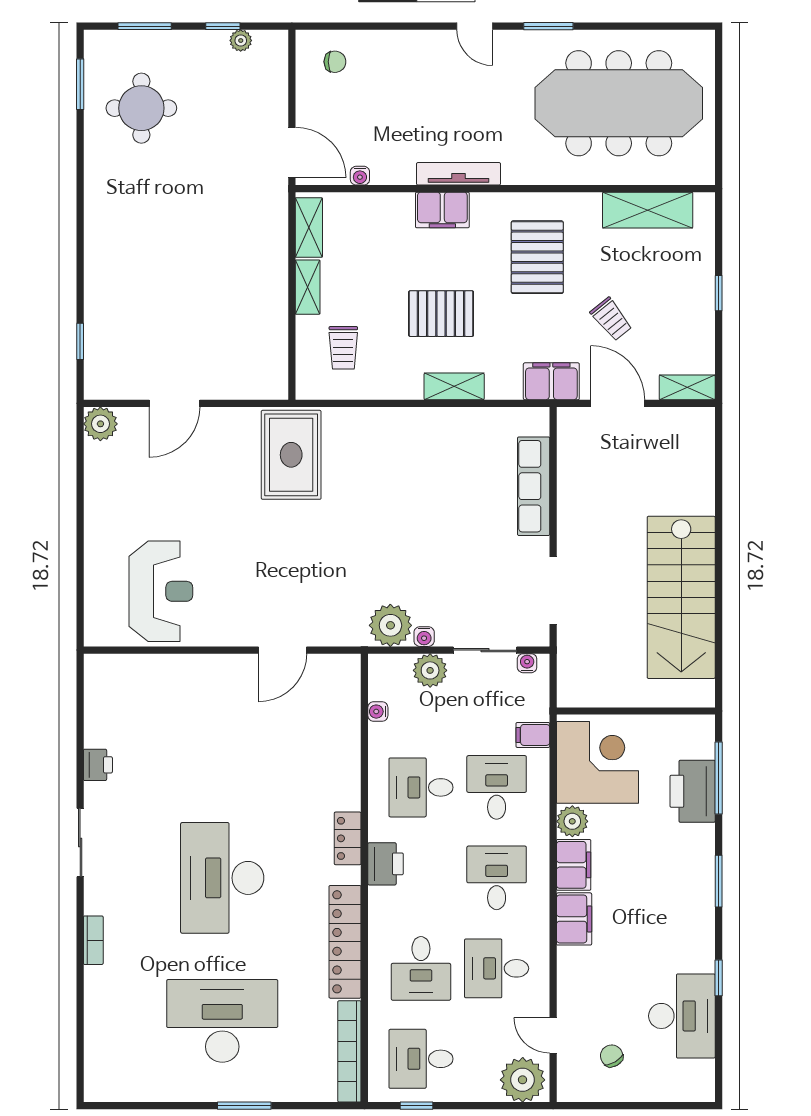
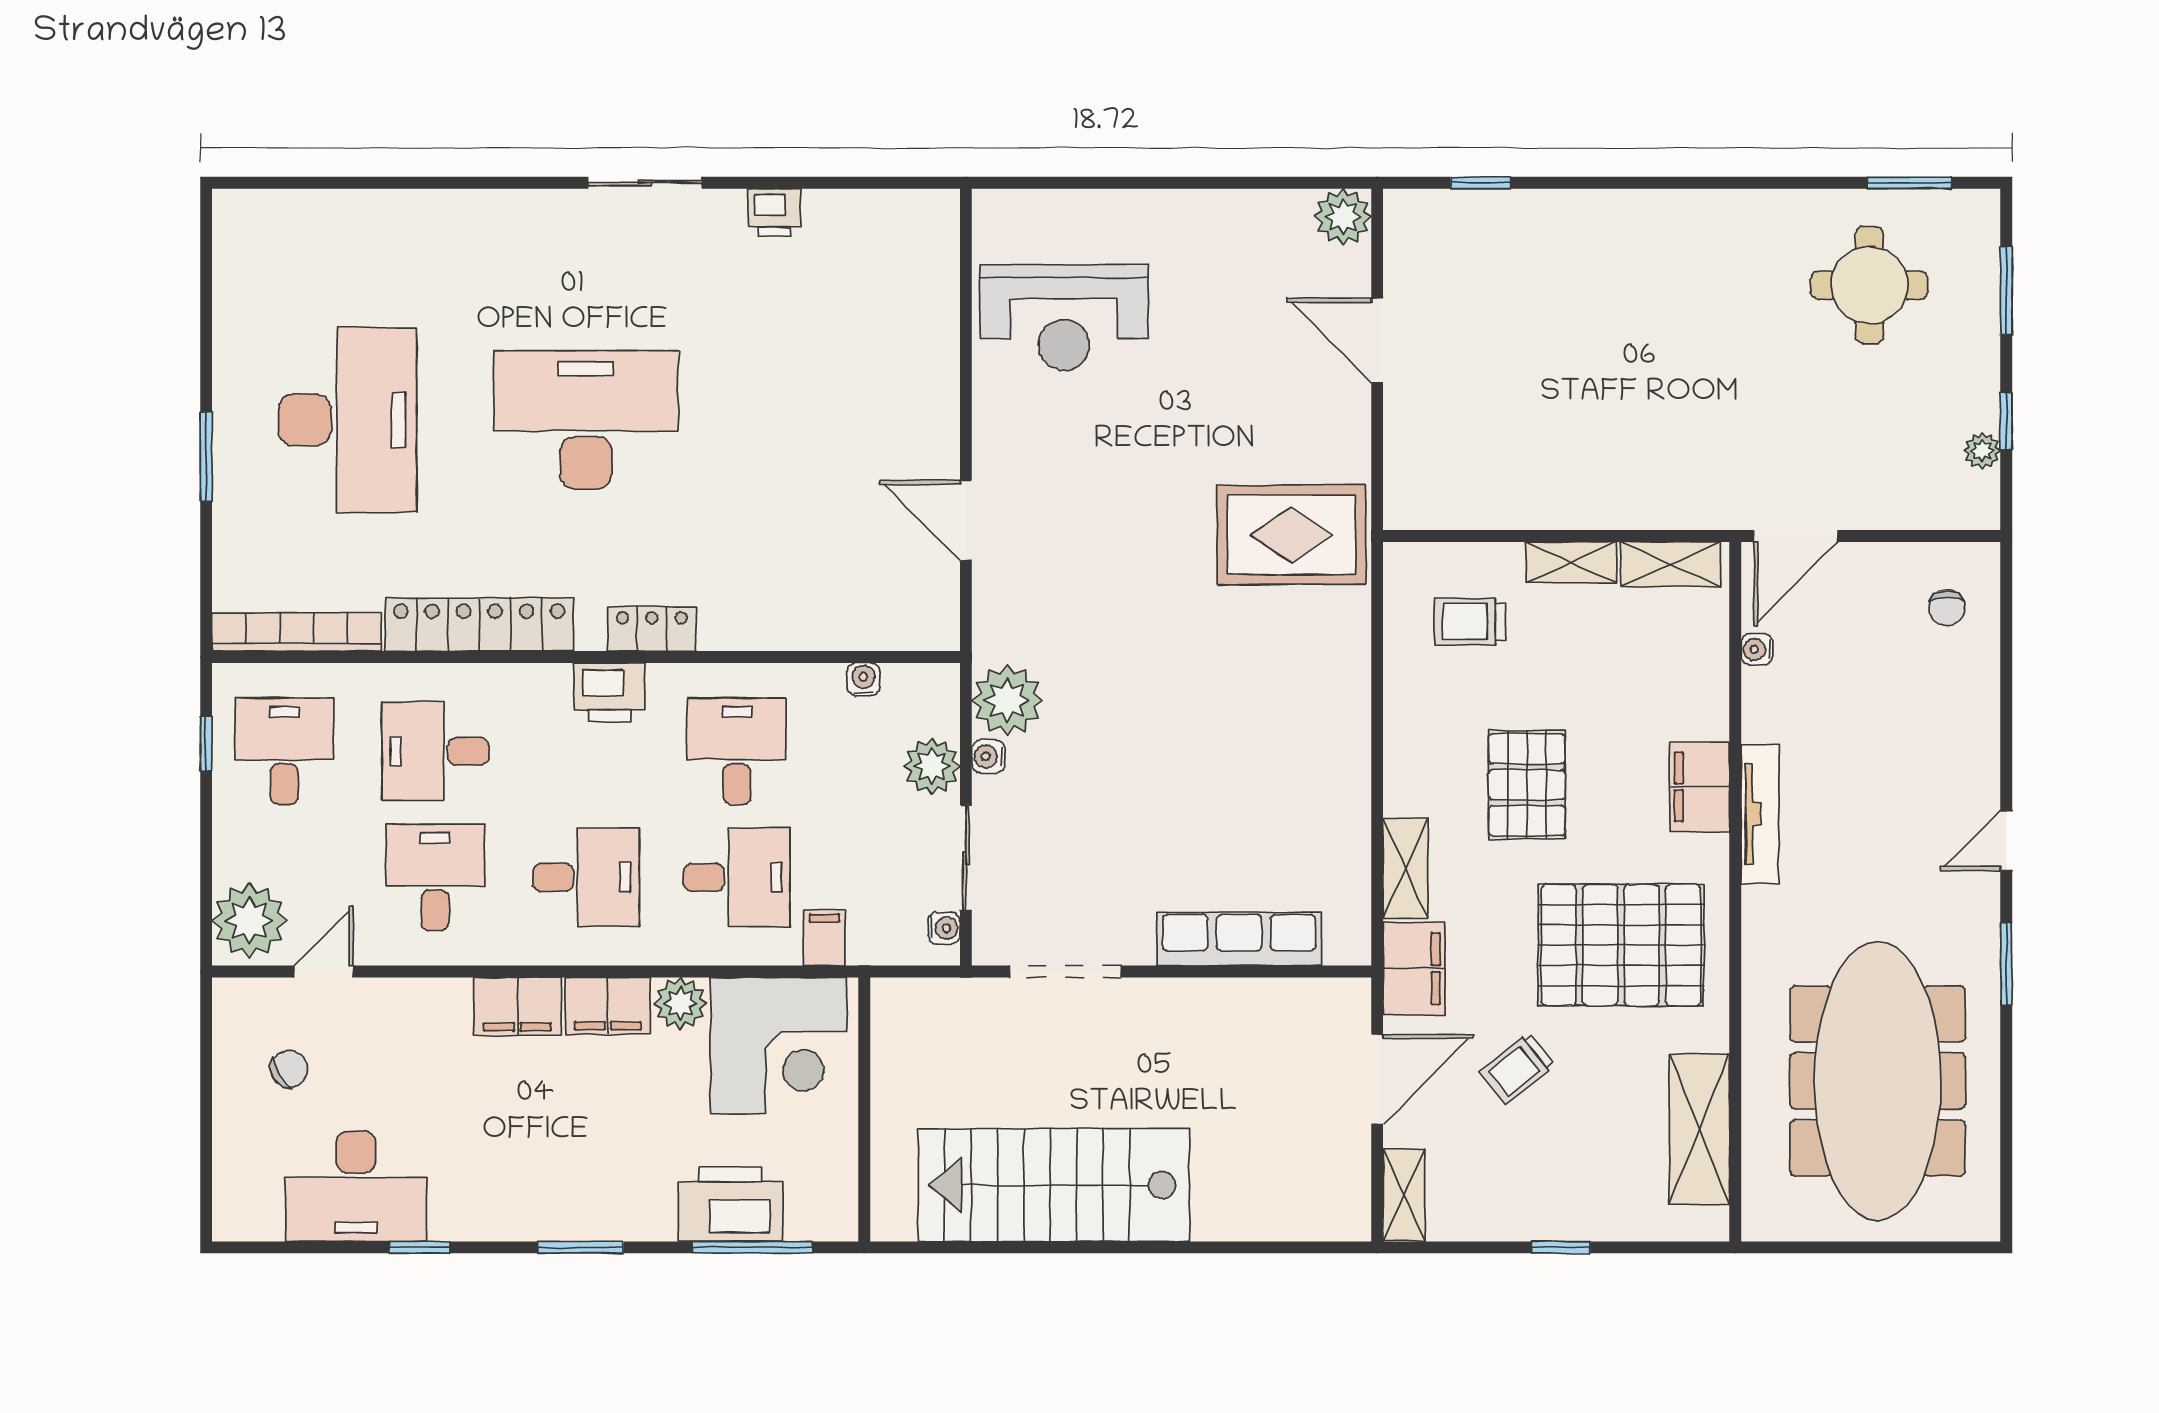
pallet: (537, 257) -> (1621, 945), width x1.37, depth x1.41
shelving: (454, 386) -> (1405, 868), moved
bookcase: (93, 940) -> (482, 205), removed

